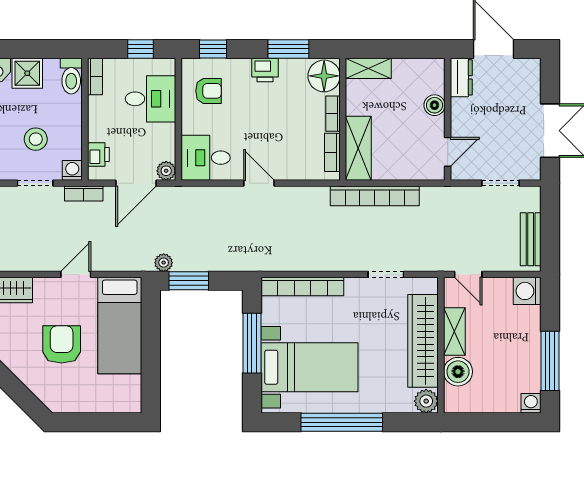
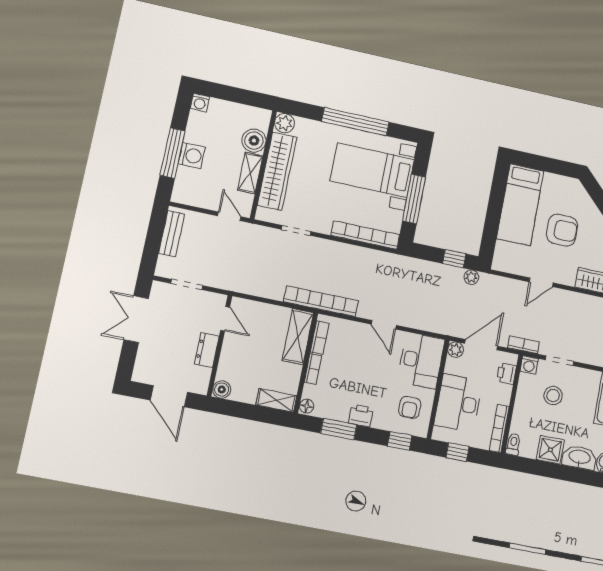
toilet: (71, 76) -> (513, 444), width x0.73, depth x0.72
bookcase: (95, 76) -> (499, 428), width x1.56
floor lamp: (324, 76) -> (307, 406), width x0.53, depth x0.53
dresser: (461, 77) -> (207, 350), moved
armchair: (209, 91) -> (410, 407), turned -90
desk: (151, 99) -> (458, 403), width x1.37
boiler: (435, 105) -> (222, 390), moved
door: (448, 152) -> (225, 319), swing flipped
desk: (206, 158) -> (421, 361), width x1.37
bookcase: (375, 196) -> (321, 301), moved
window: (189, 281) -> (454, 259), width x0.67
washing machine: (527, 291) -> (192, 156), moved
bed: (120, 326) -> (520, 205), moved, turned 180
armchair: (62, 344) -> (562, 230), turned -90
window: (550, 361) -> (173, 153), moved

